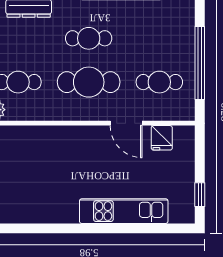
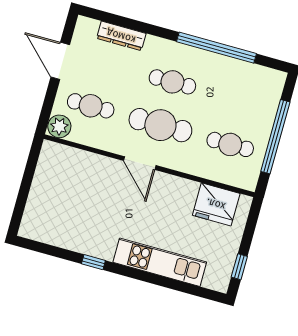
door: (126, 123) -> (140, 163), moved
fridge: (162, 138) -> (216, 204), width x1.88, depth x1.34
window: (61, 228) -> (93, 262), added

